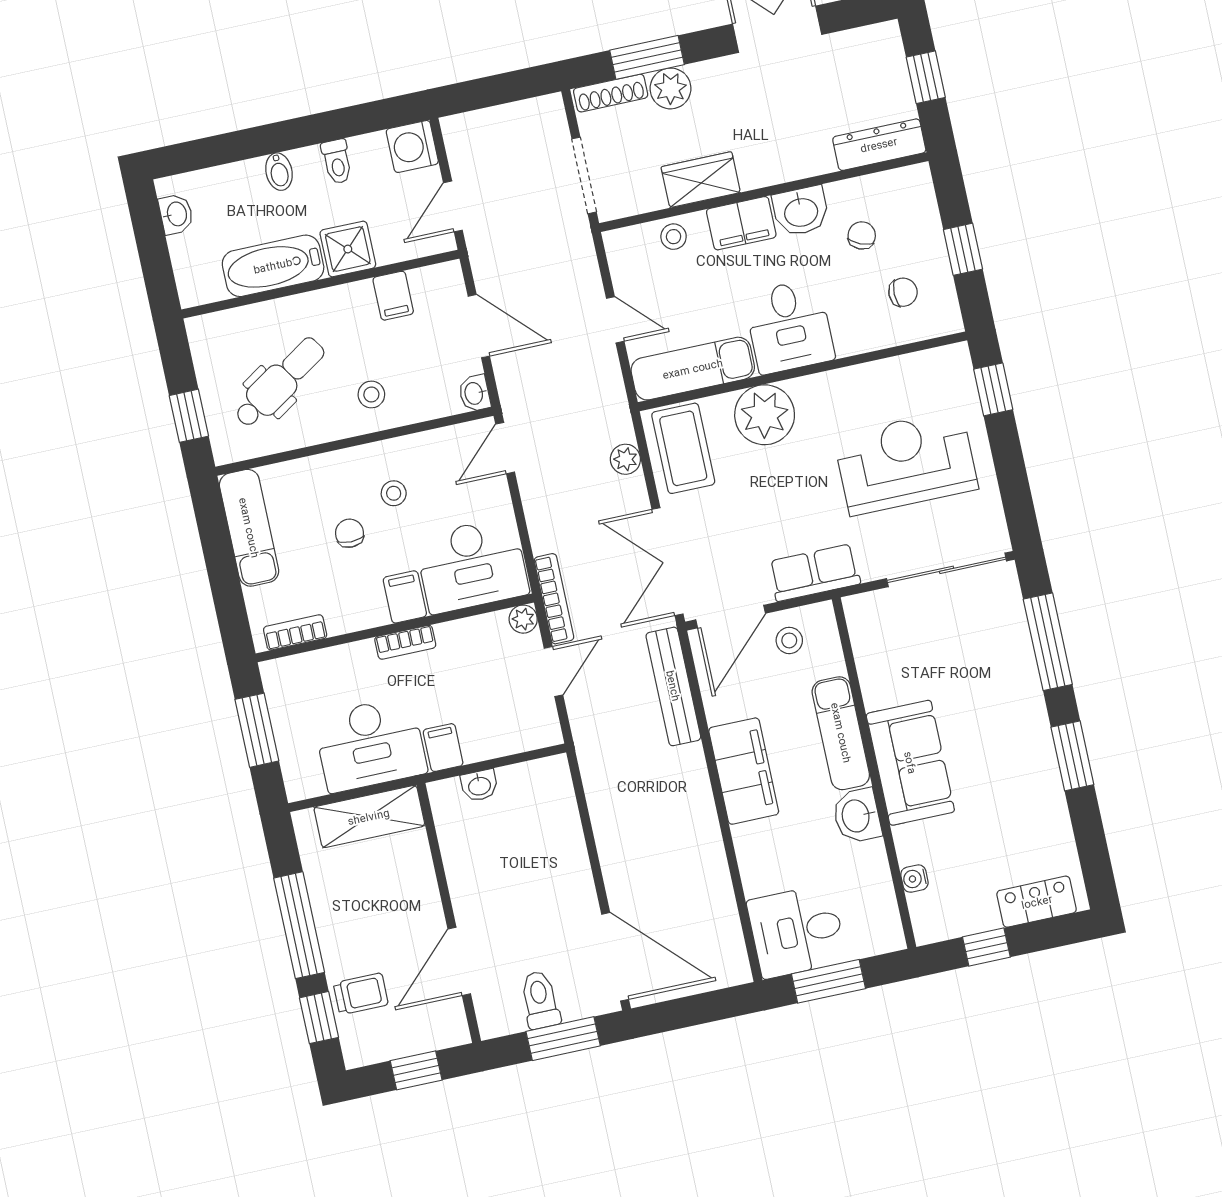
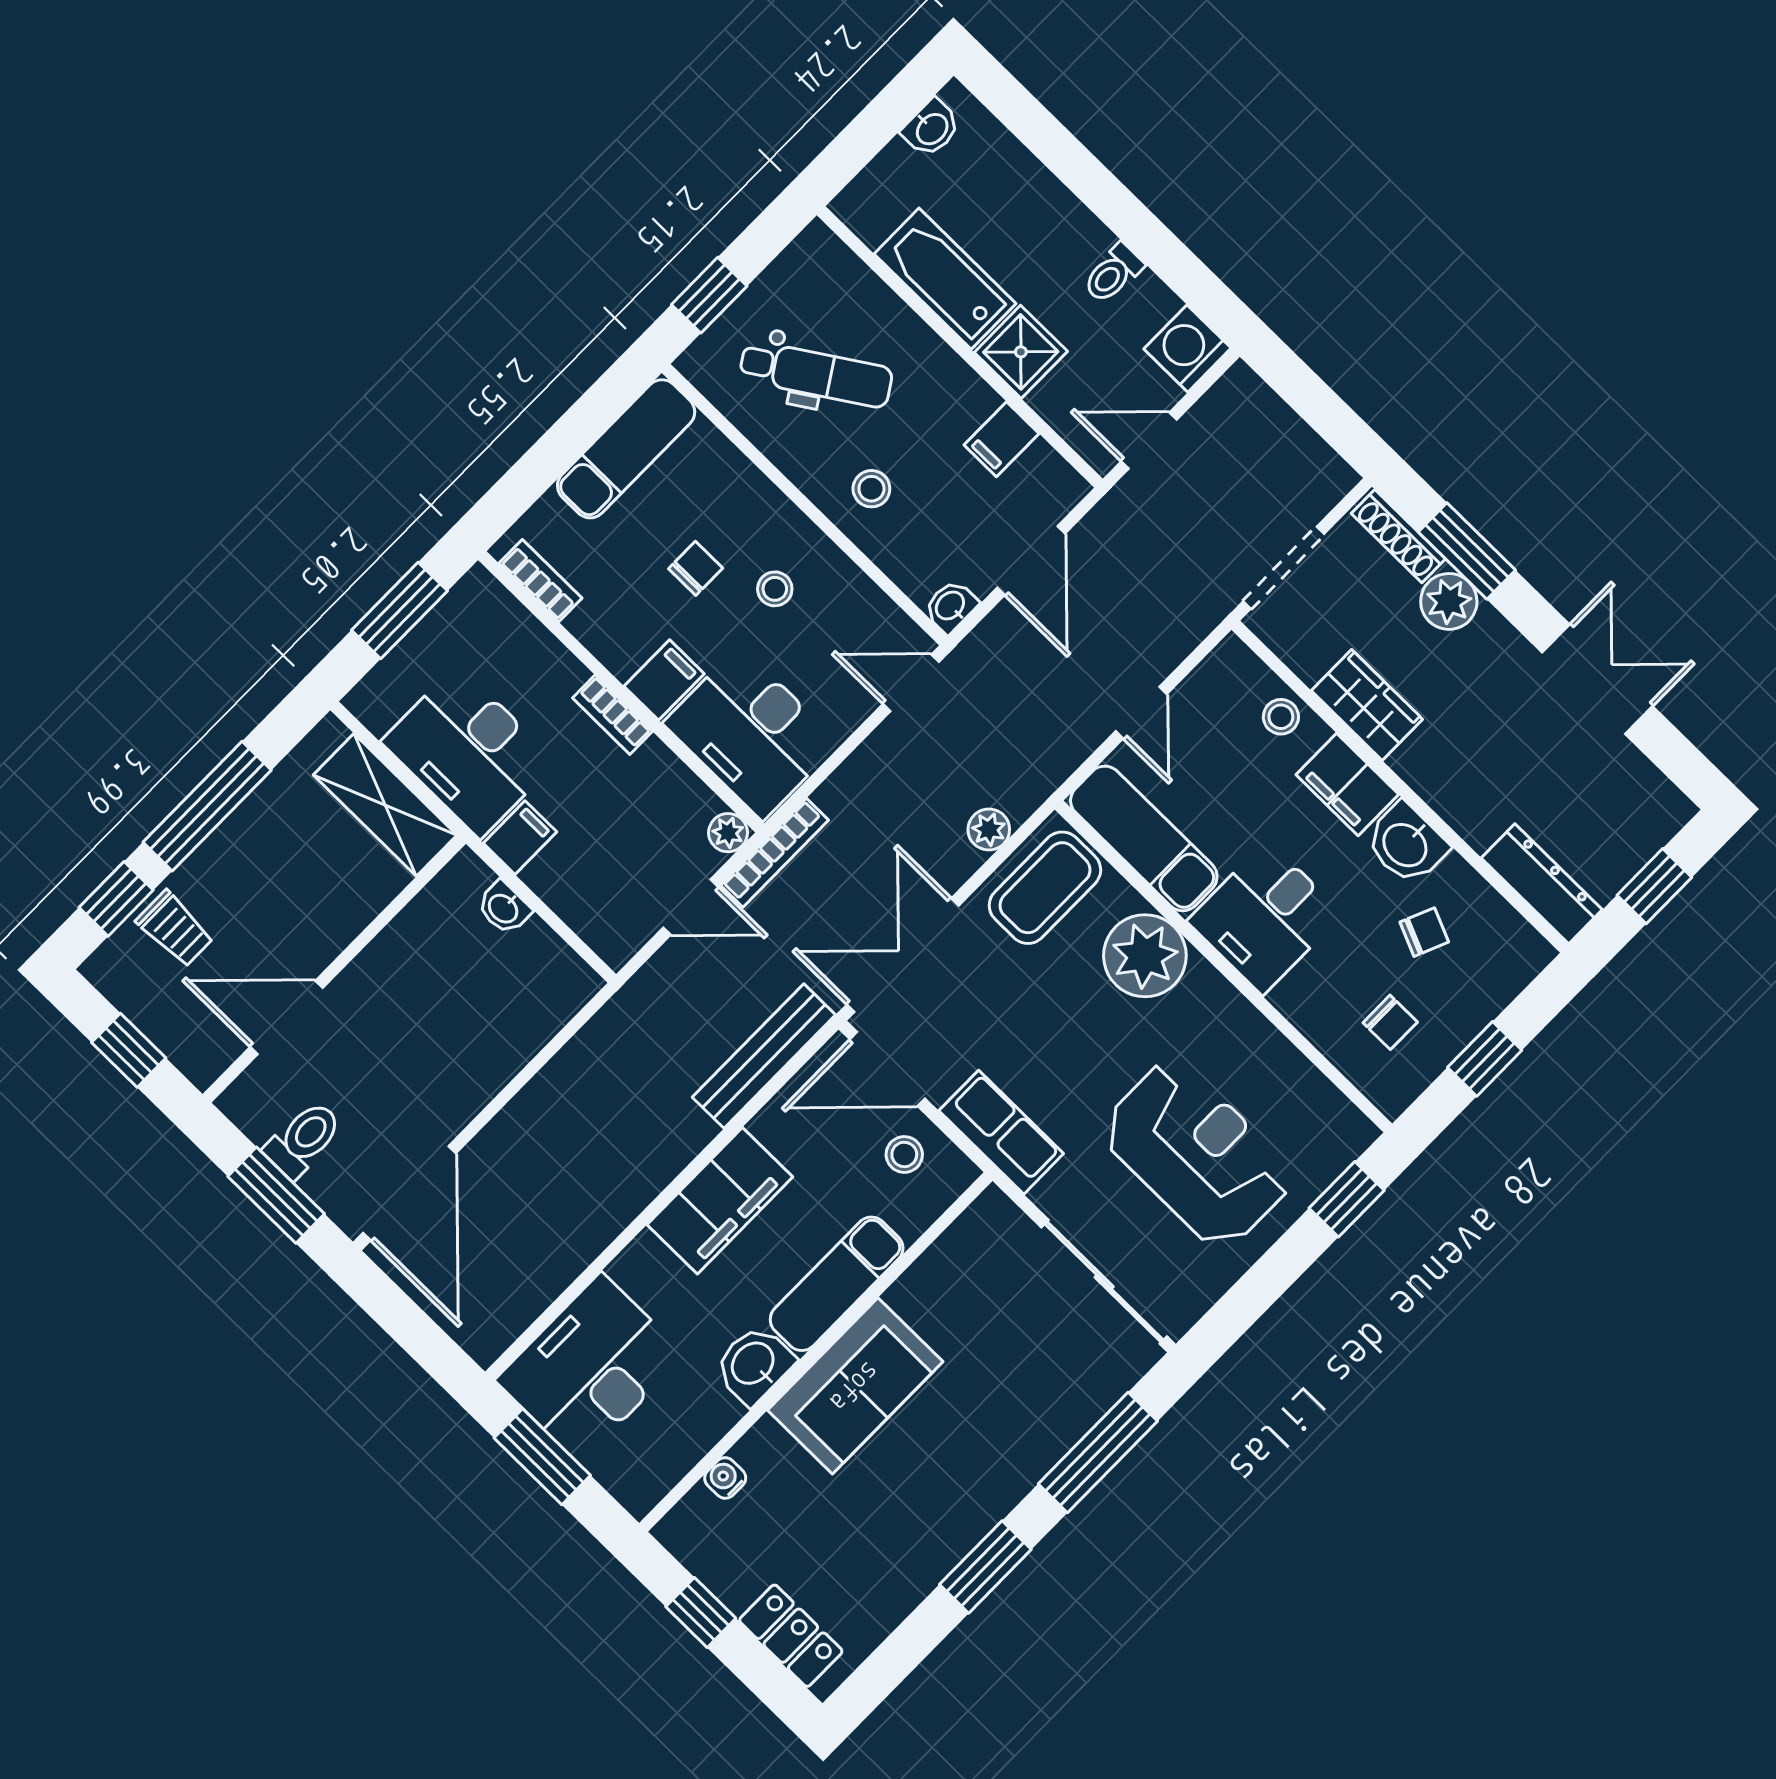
bidet: (279, 172) -> (1058, 214), removed
desk: (797, 931) -> (590, 1368), width x1.37

